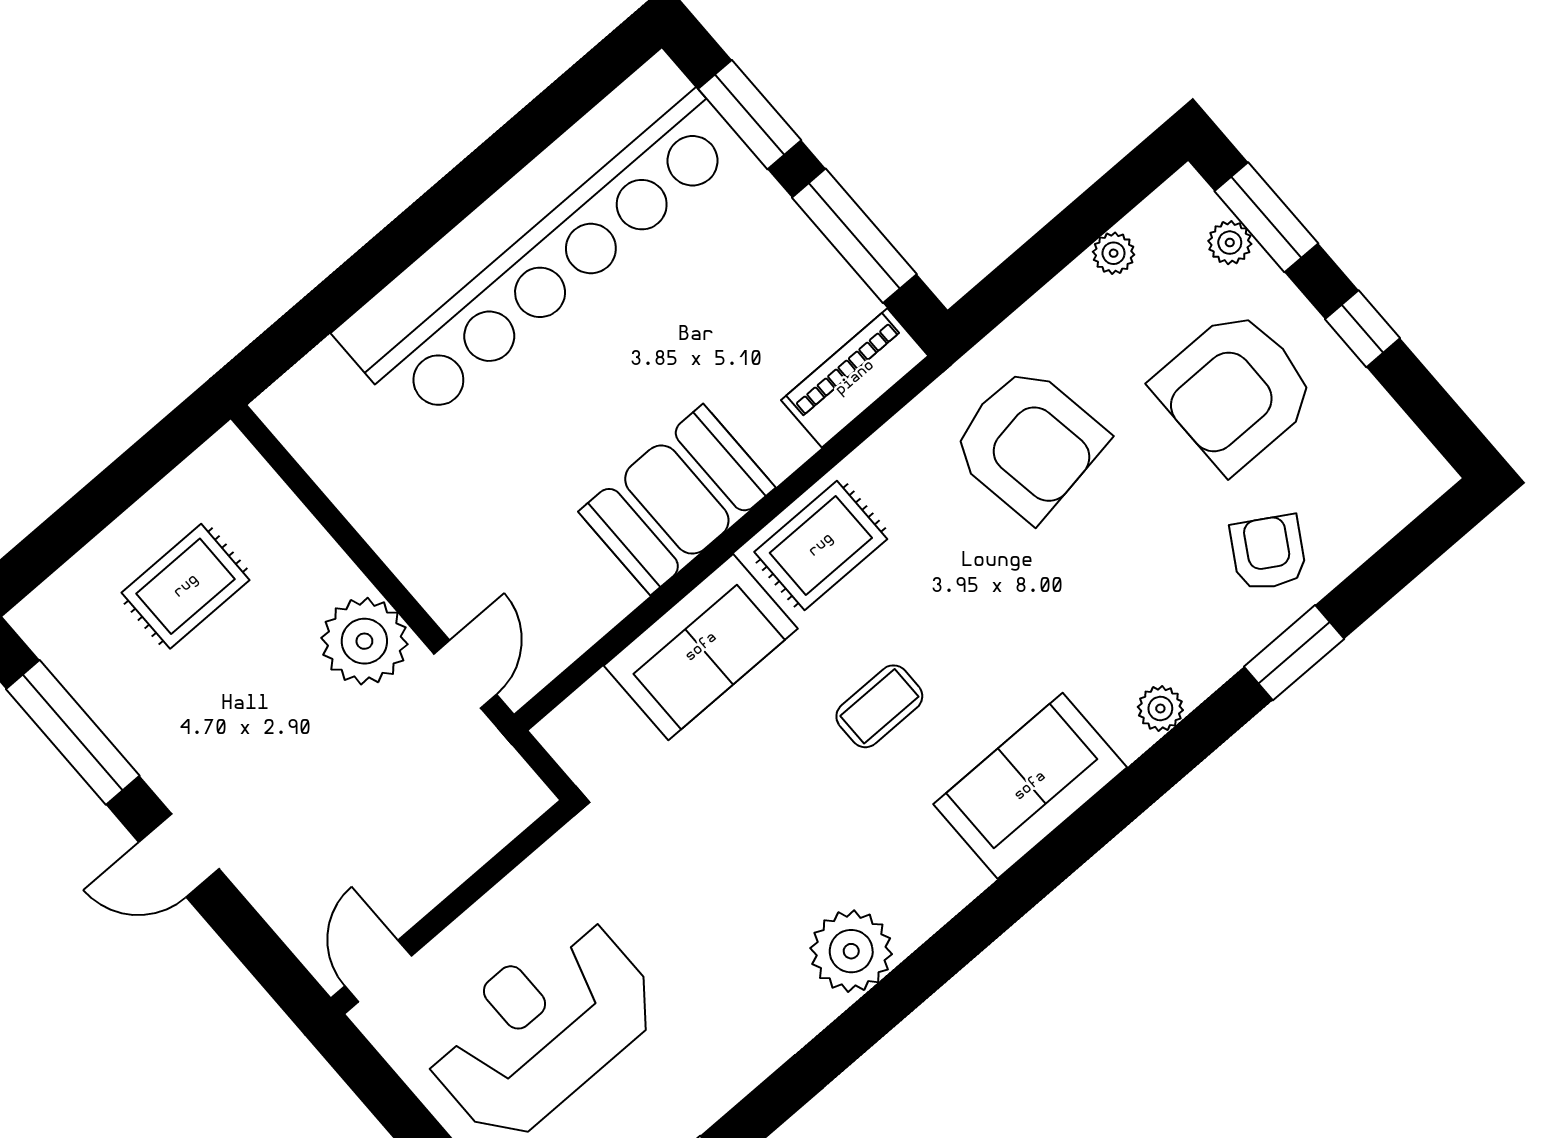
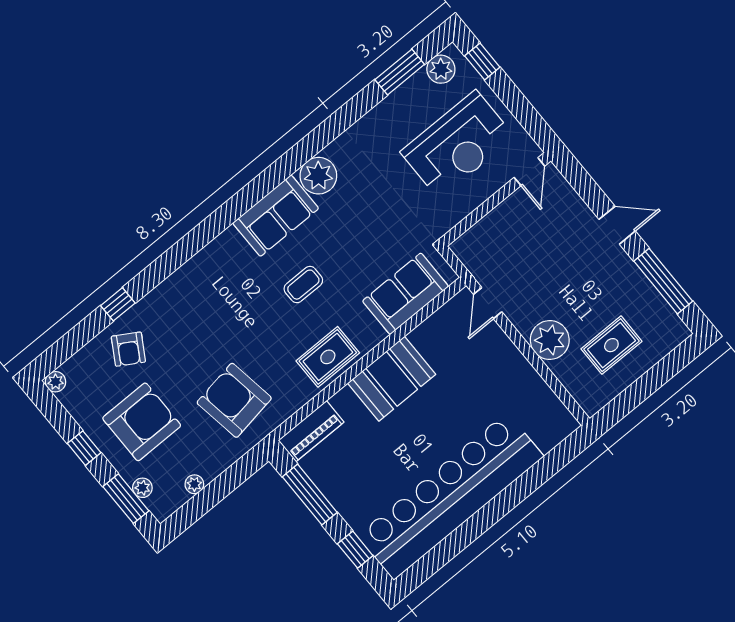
window: (750, 115) -> (355, 550), width x0.67
plant: (364, 641) -> (550, 340), moved
sofa: (701, 647) -> (405, 294), moved
window: (1294, 653) -> (118, 304), width x0.67
plant: (1160, 709) -> (56, 382), moved
sofa: (1030, 786) -> (276, 216), moved

